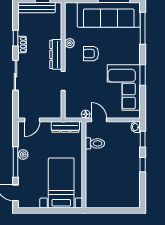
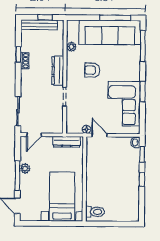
plant: (70, 43) -> (71, 47), moved
sliding door: (15, 75) -> (18, 111), moved
toilet: (95, 143) -> (95, 212), moved

